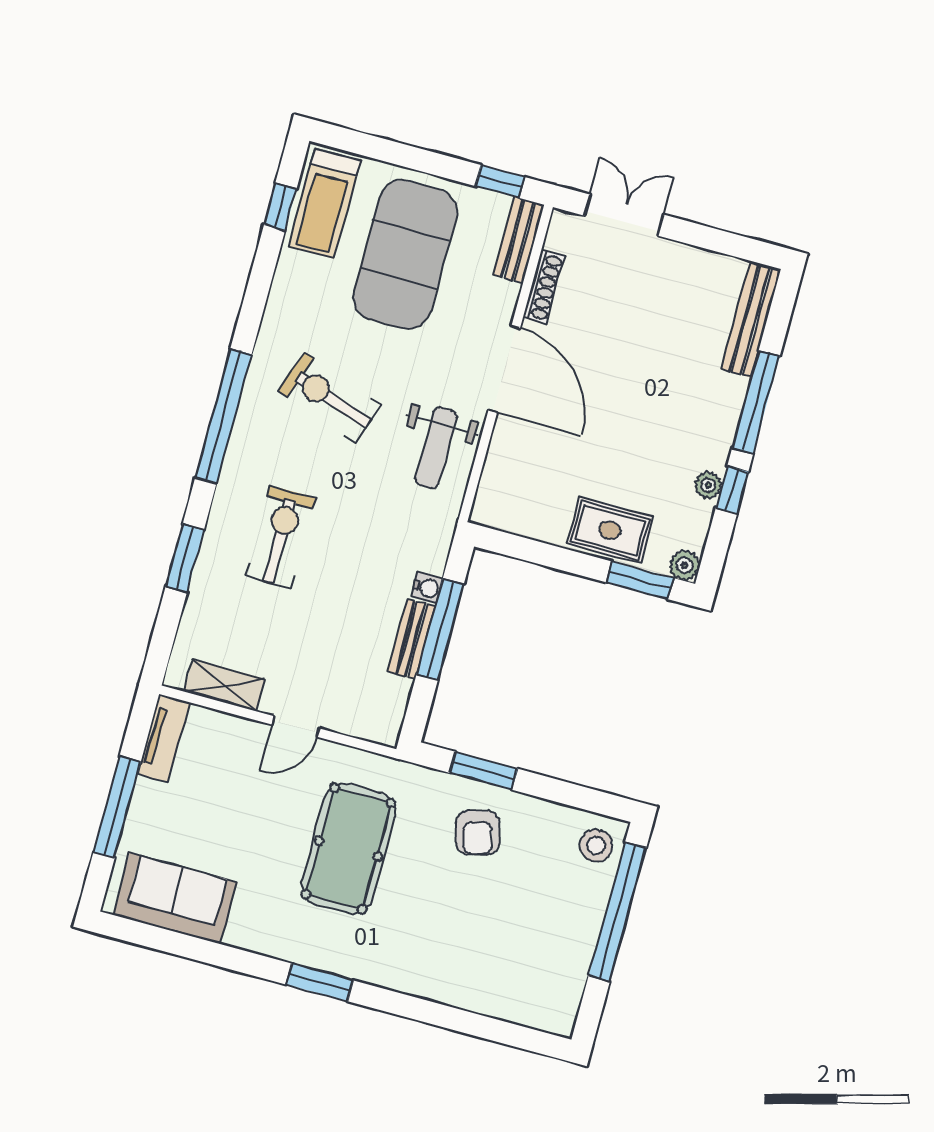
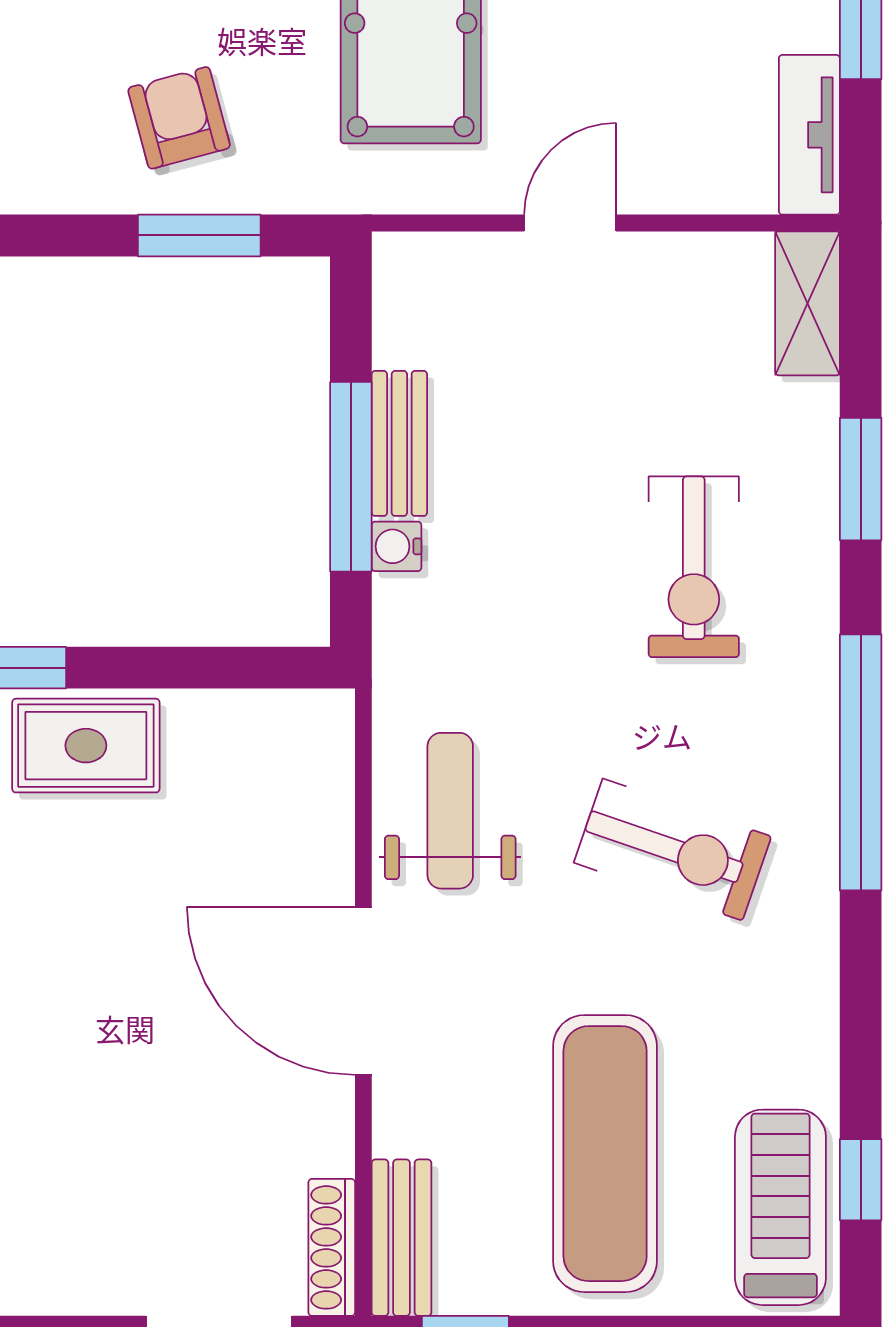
exercise mat: (405, 254) -> (605, 1154), width x0.68
shoe rack: (544, 287) -> (332, 1247), moved
shelving: (224, 685) -> (807, 303), moved, turned 90

